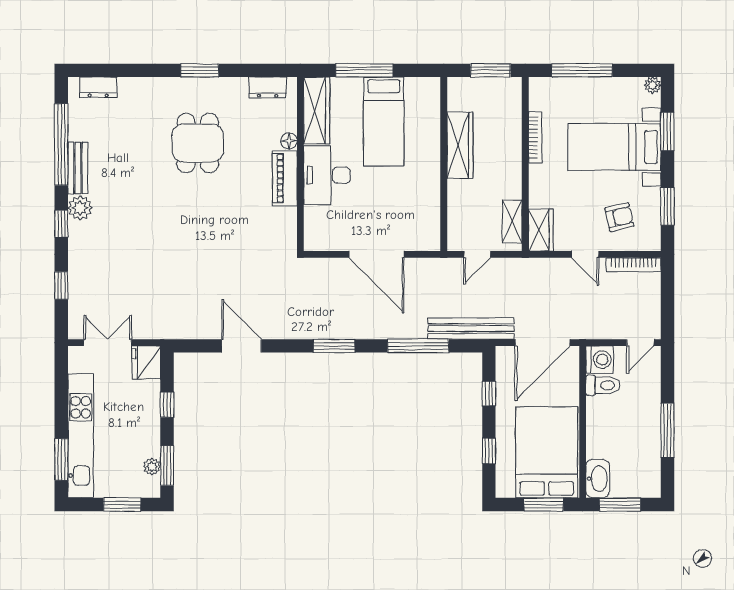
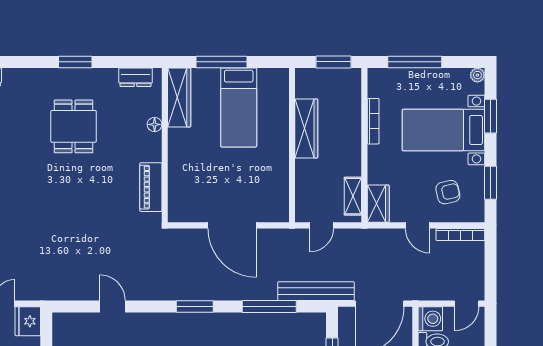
desk: (327, 175) -> (188, 155), removed
piano: (285, 178) -> (151, 187), moved
door: (242, 346) -> (112, 307), width x0.73

